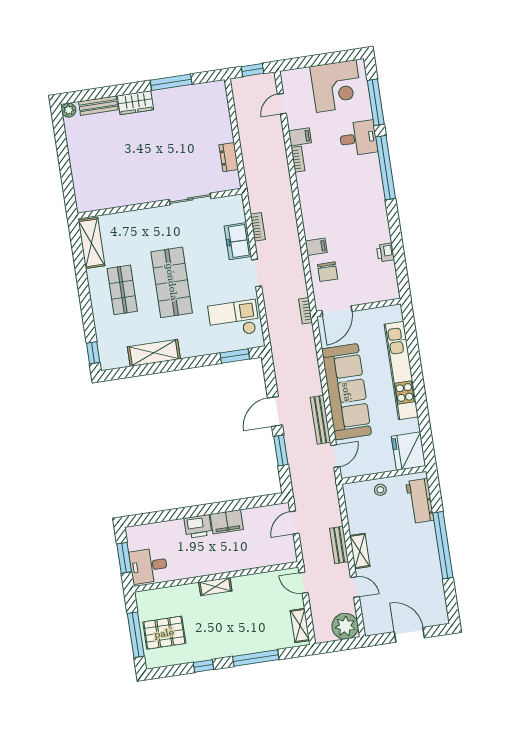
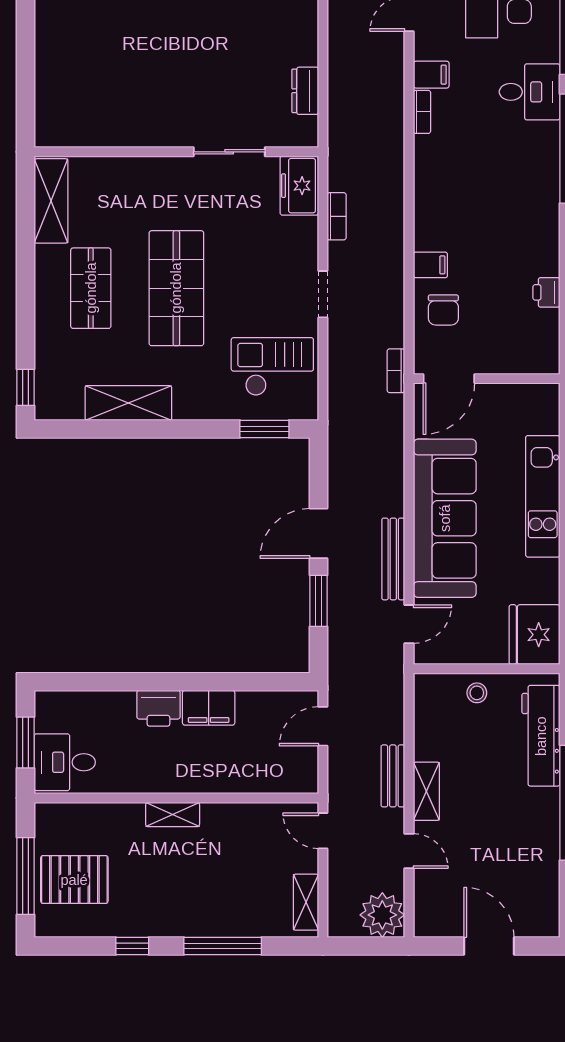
freezer: (238, 241) -> (299, 186), moved
kitchen unit: (401, 370) -> (543, 496), width x0.73
workbench: (420, 501) -> (541, 736), width x1.38

